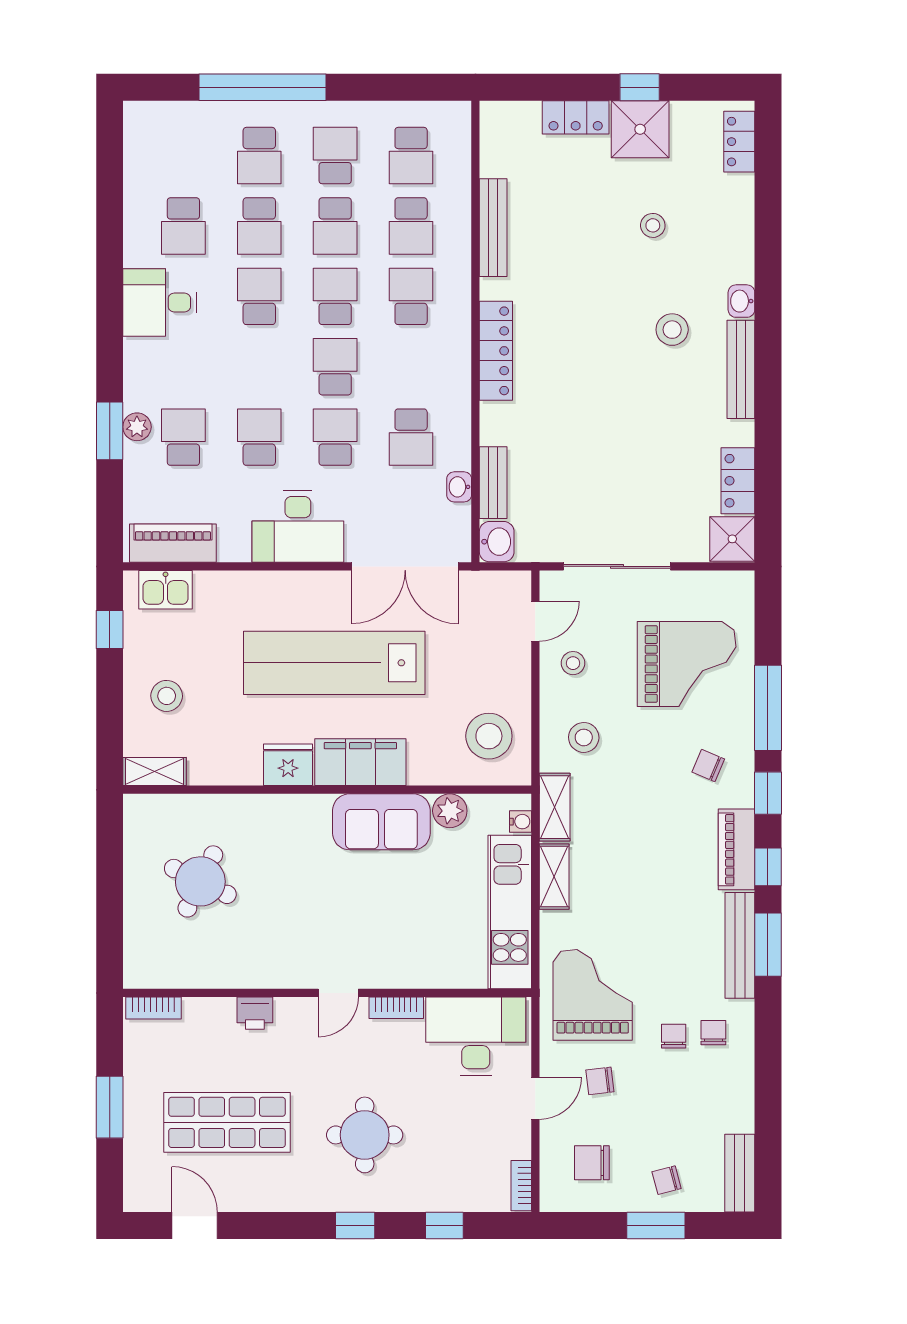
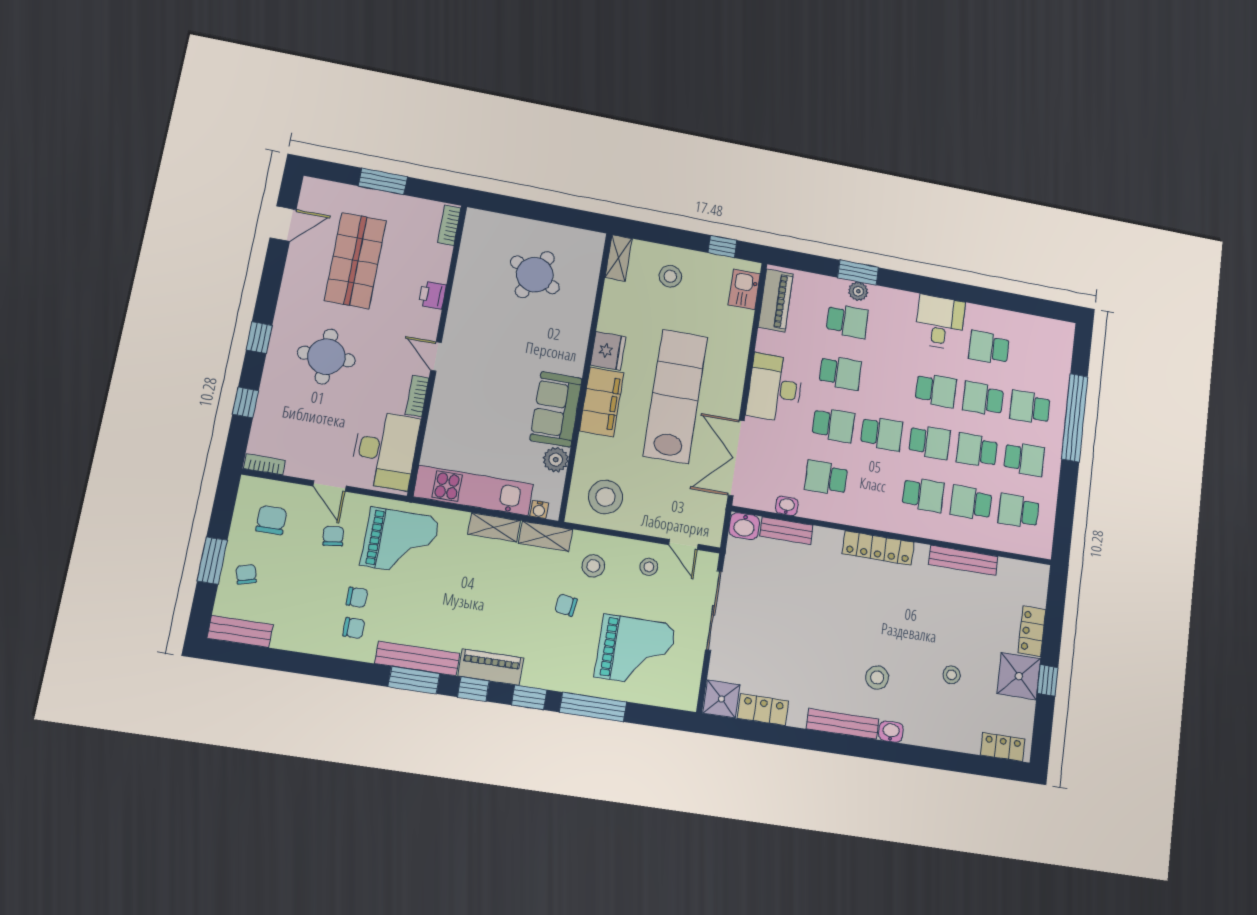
grand piano: (687, 664) -> (635, 651), turned -90
chair: (708, 766) -> (566, 605), moved, turned -105

